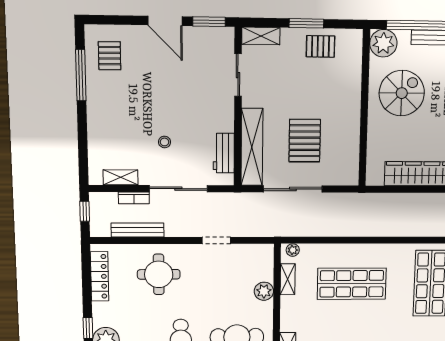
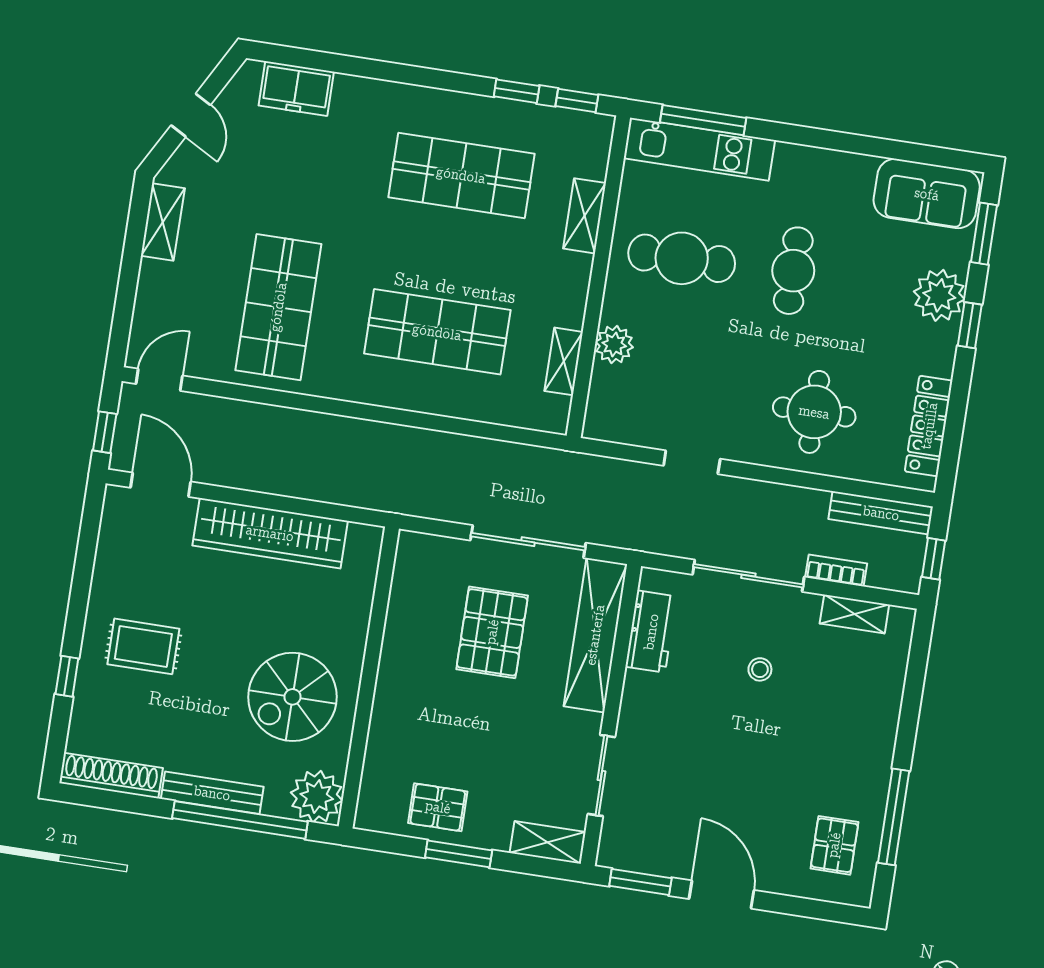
bench: (137, 230) -> (881, 513), moved
plant: (293, 250) -> (545, 419), removed

